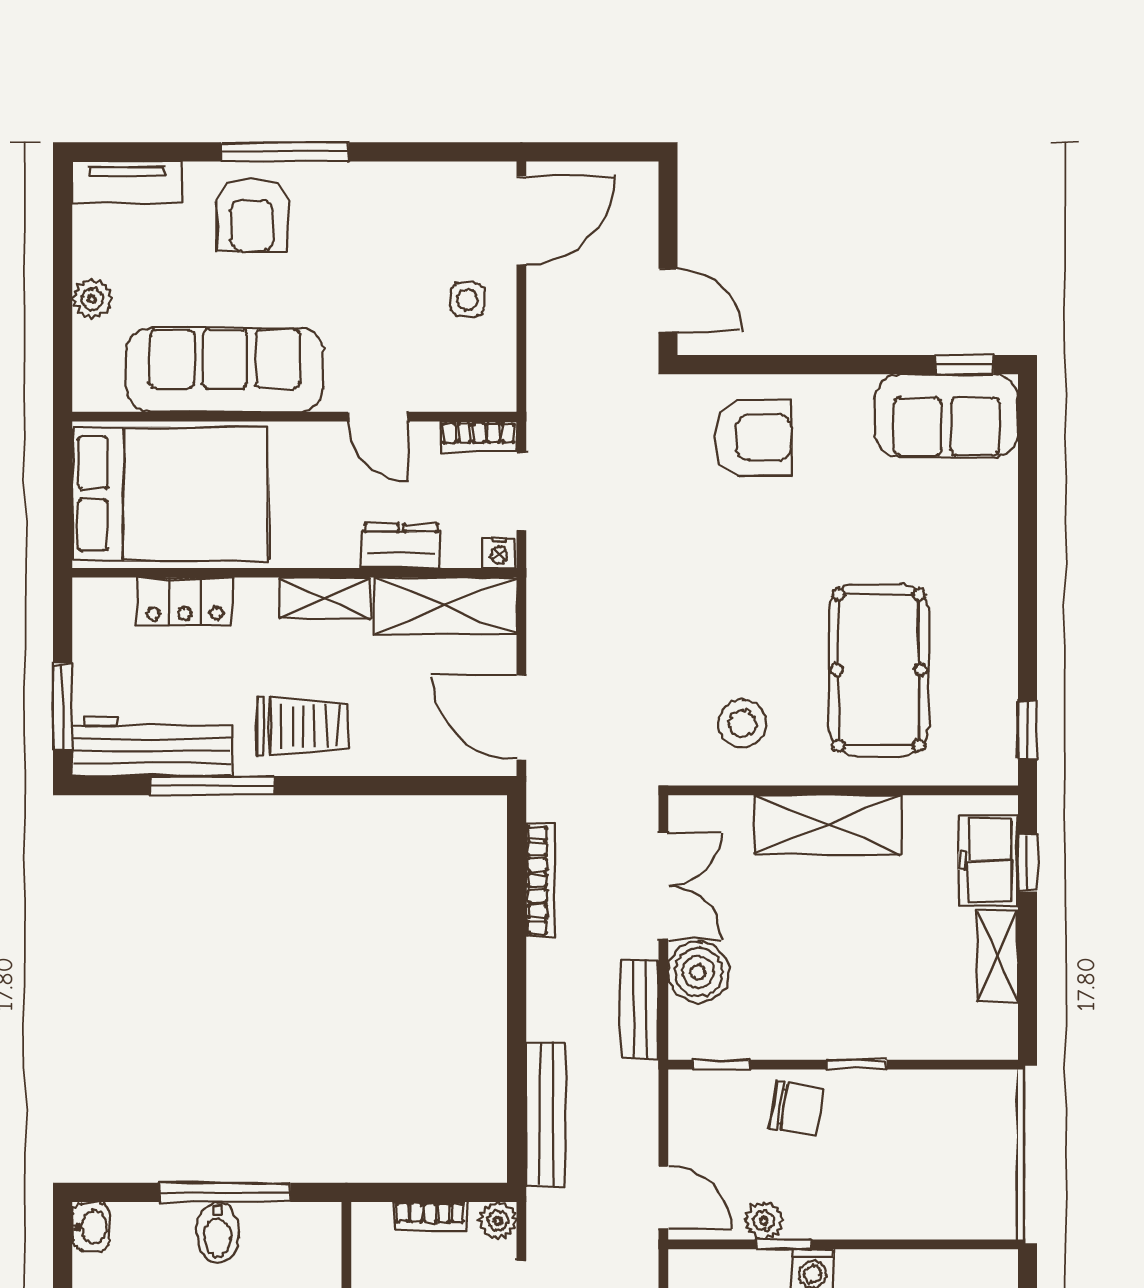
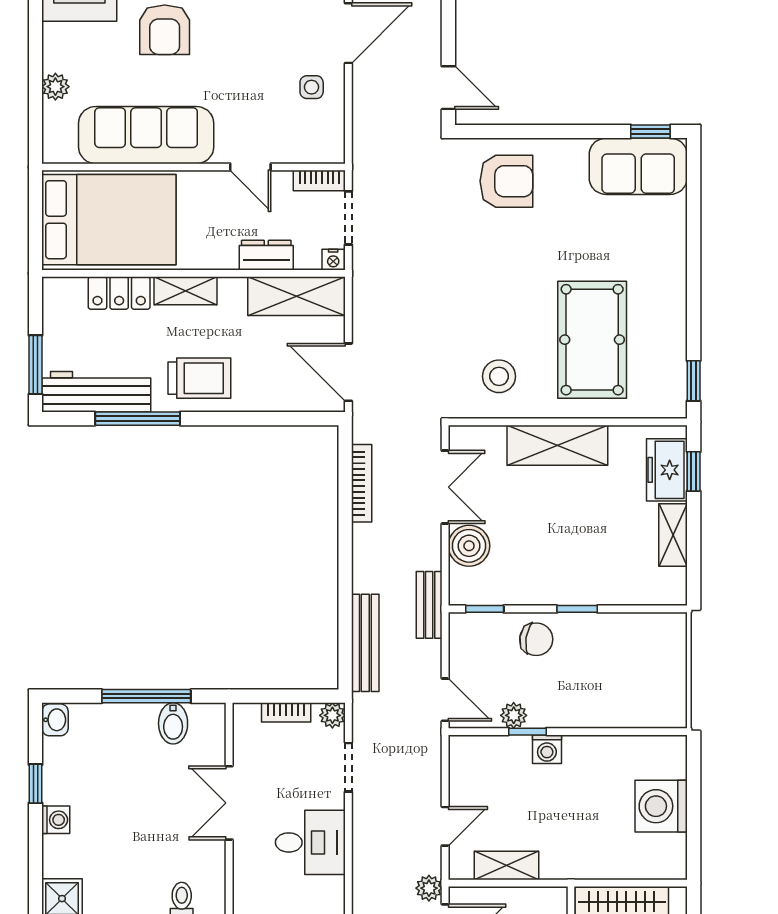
shelving: (324, 598) -> (186, 291), moved
bench: (640, 1009) -> (429, 605), moved
bidet: (218, 1232) -> (173, 723), moved

